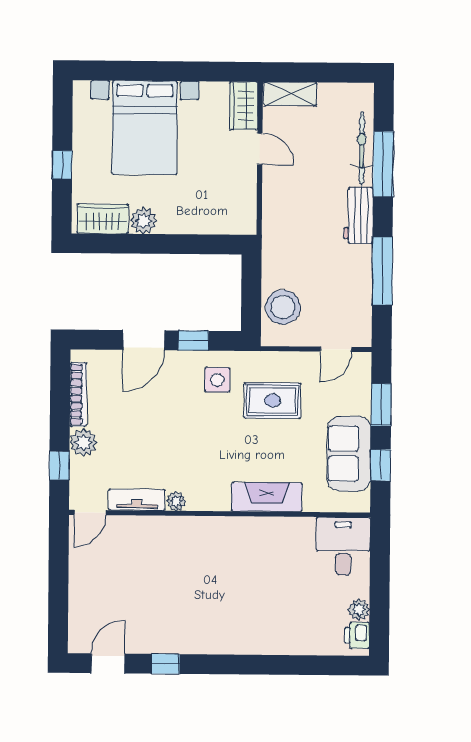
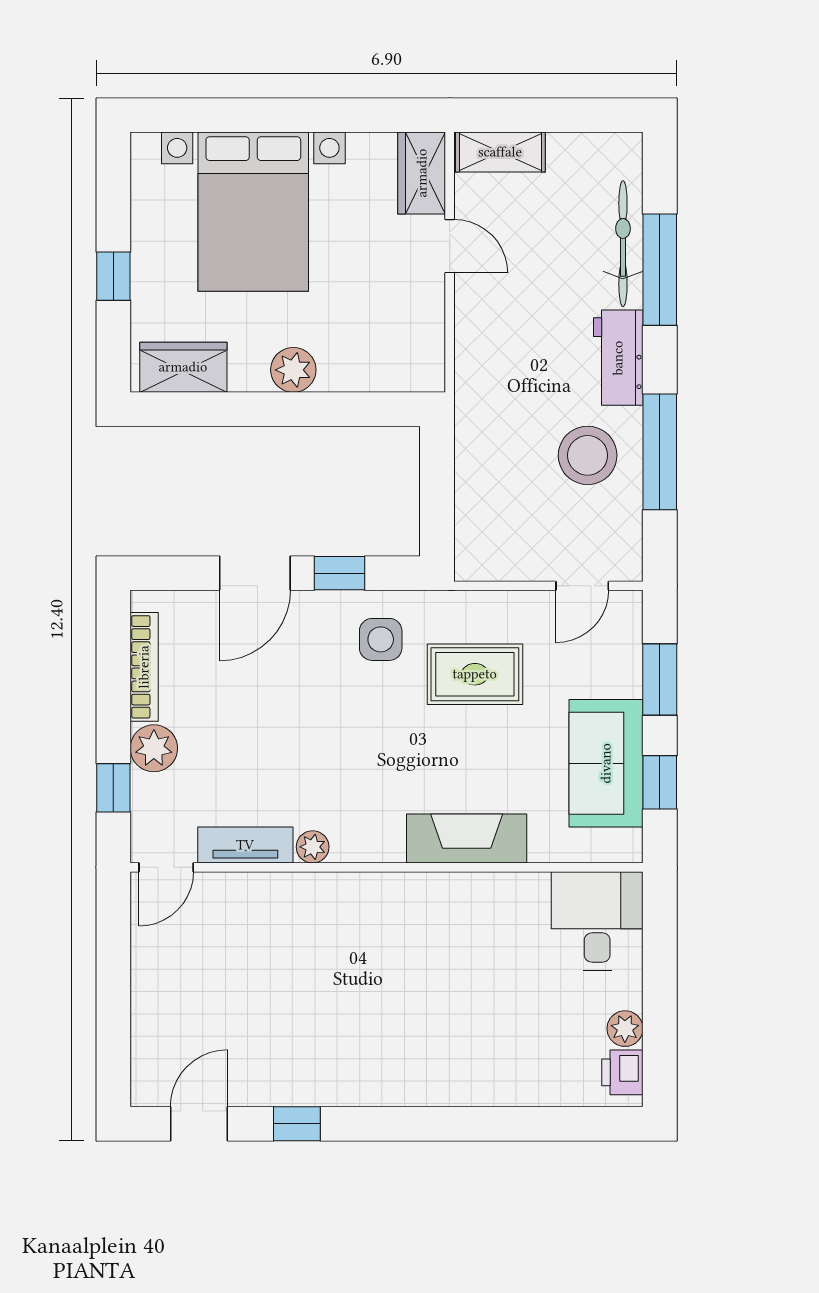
plant: (143, 221) -> (293, 370), moved
stool: (283, 307) -> (588, 455), moved

